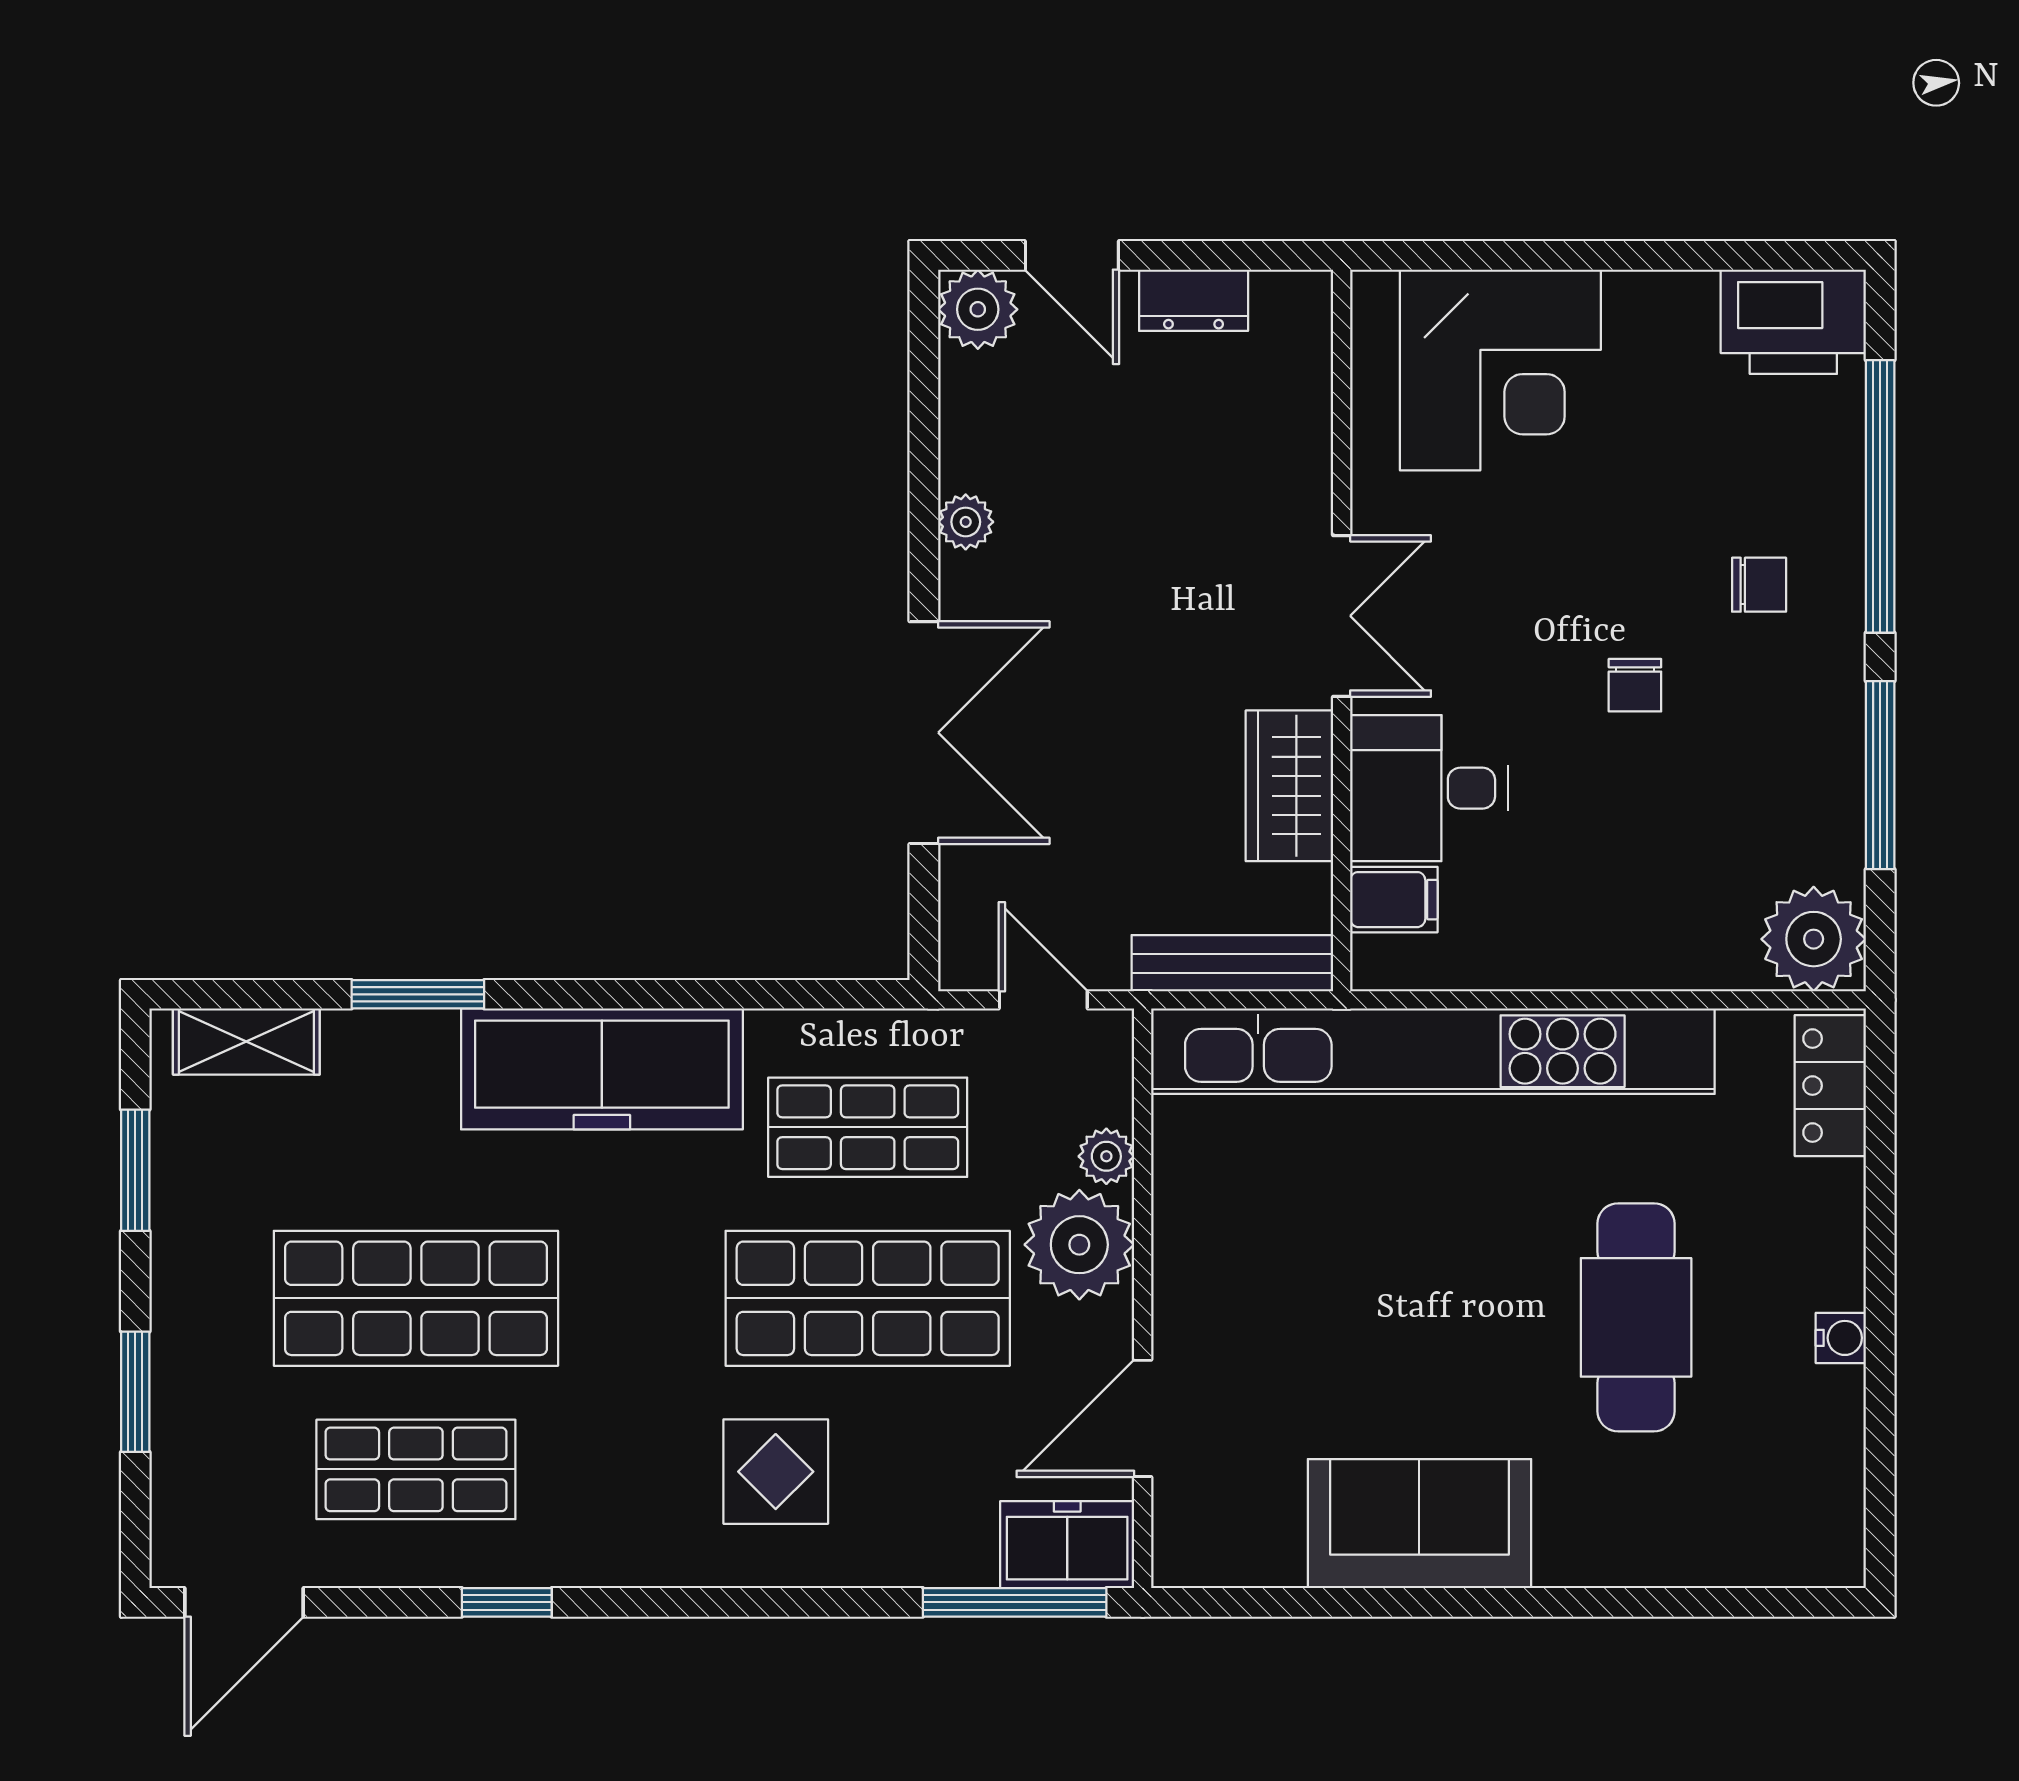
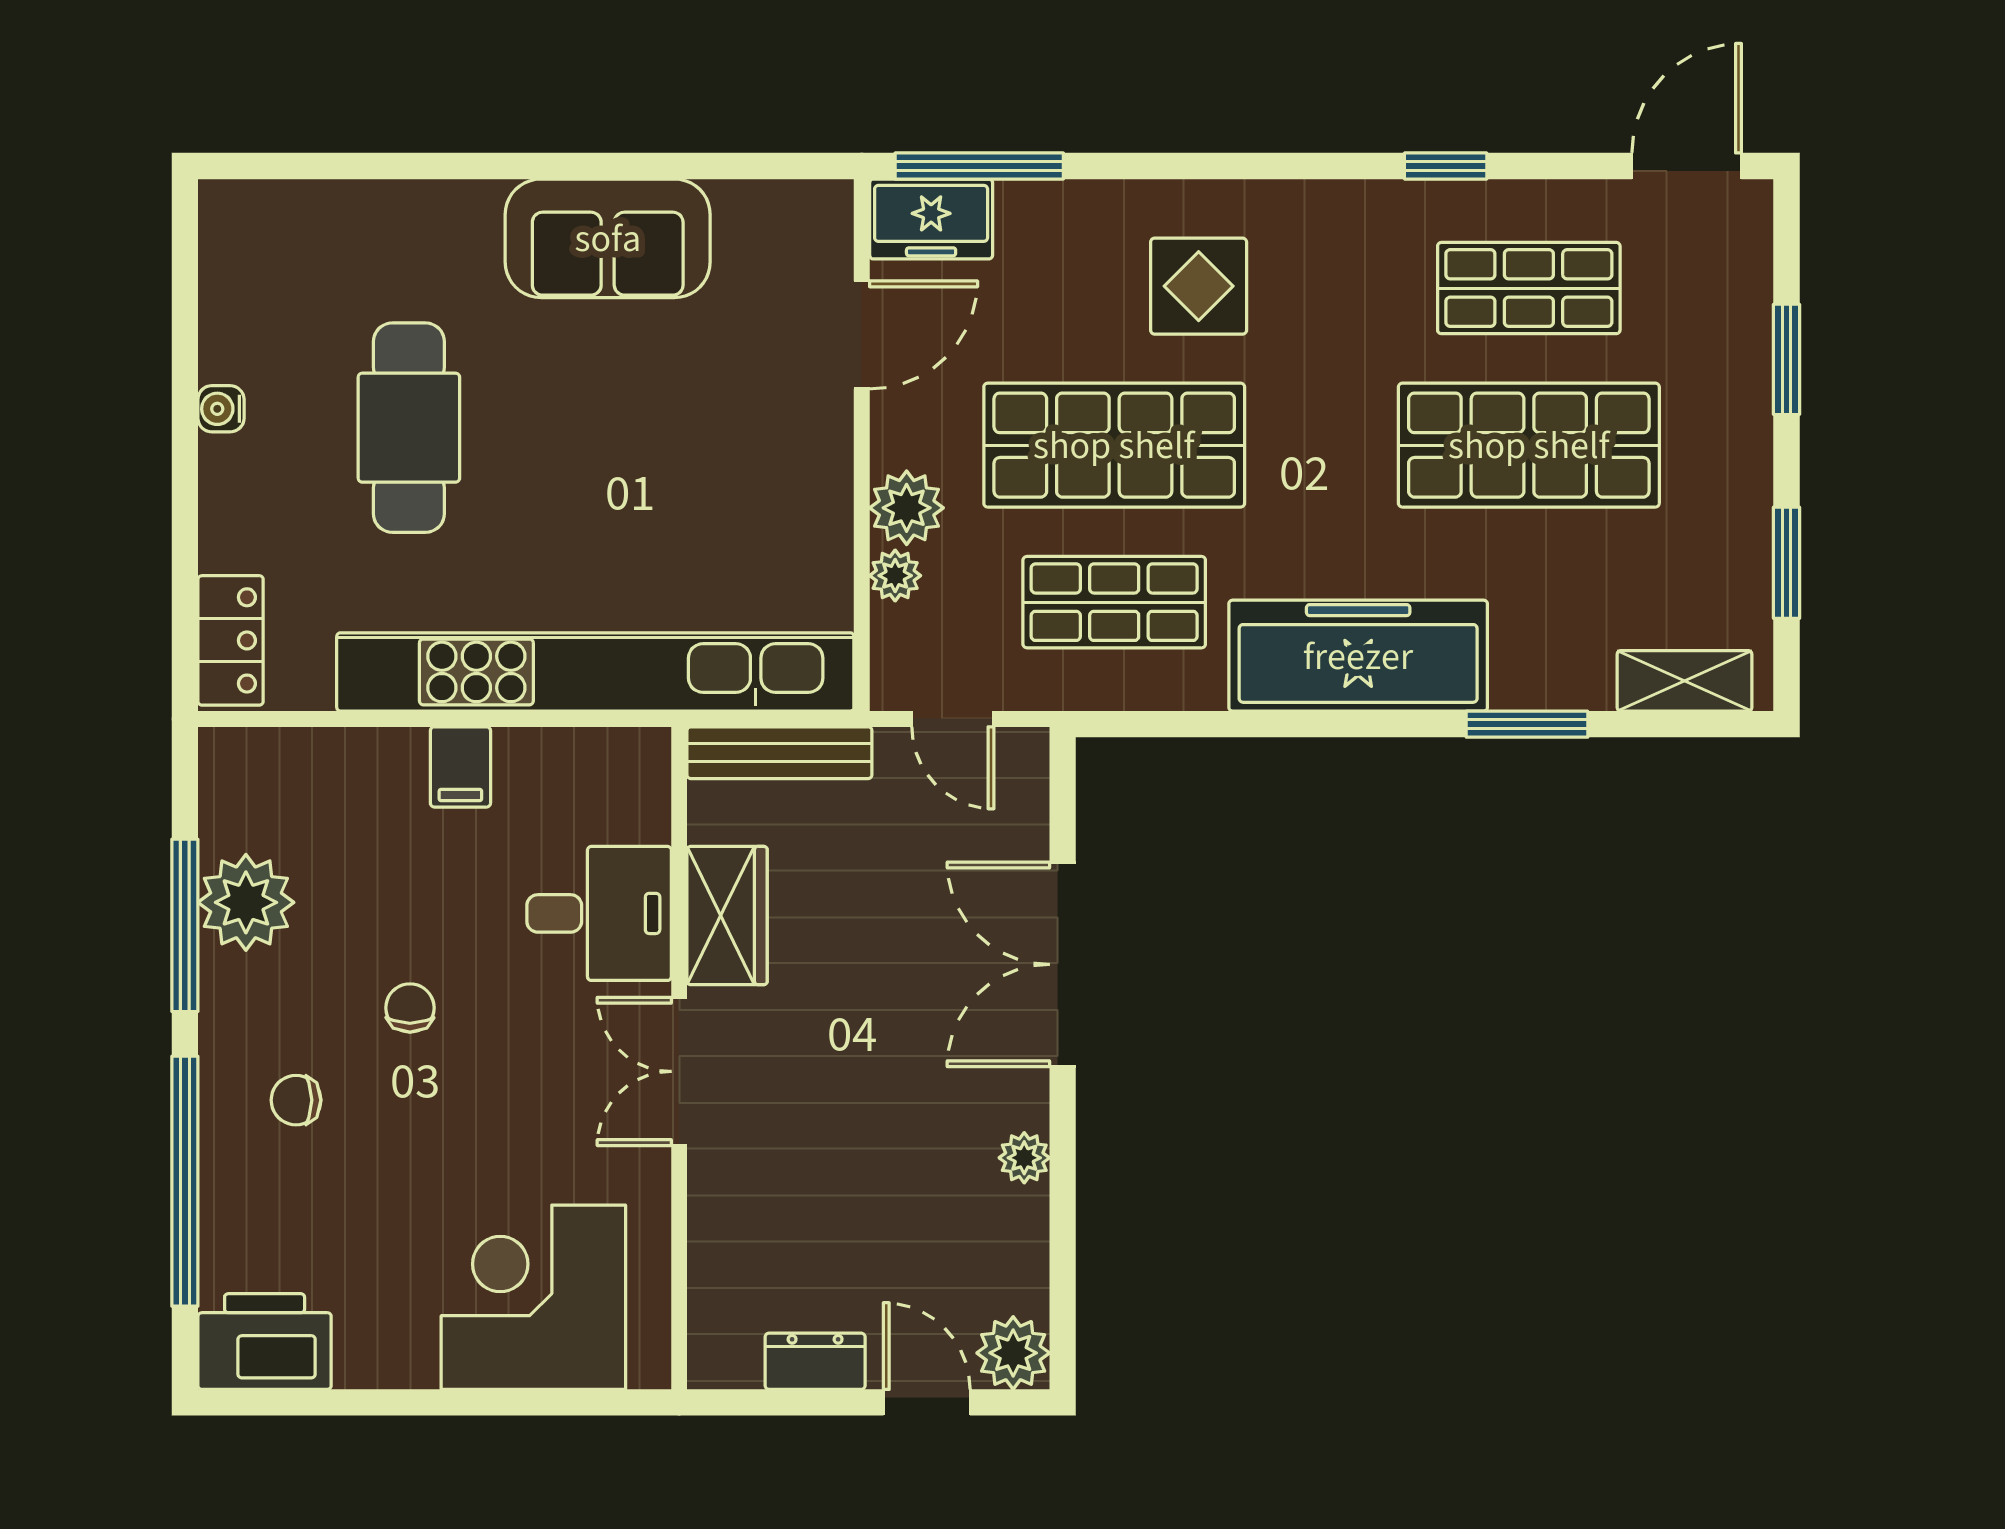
filing cabinet: (1394, 900) -> (460, 767), moved, turned -90
plant: (1814, 939) -> (246, 902), moved
plant: (1079, 1245) -> (907, 508), width x0.73, depth x0.73

